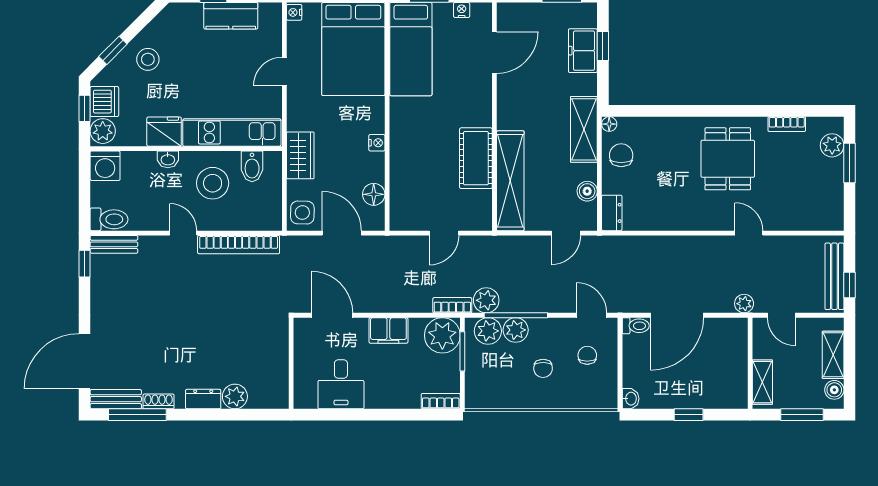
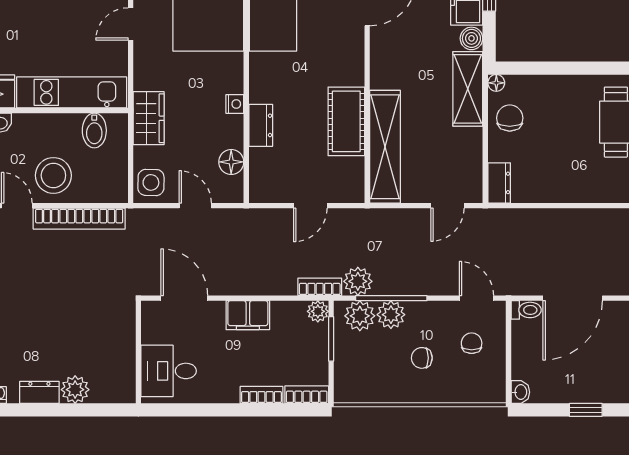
dresser: (400, 162) -> (261, 125), added
stool: (213, 183) -> (53, 175), moved
boiler: (587, 191) -> (471, 38), moved
door: (342, 233) -> (195, 206), width x0.73
plant: (442, 335) -> (318, 311), width x0.53, depth x0.53
chair: (543, 368) -> (422, 358), turned 90
desk: (341, 384) -> (169, 371), moved, turned 90
bookcase: (401, 401) -> (261, 395), added

